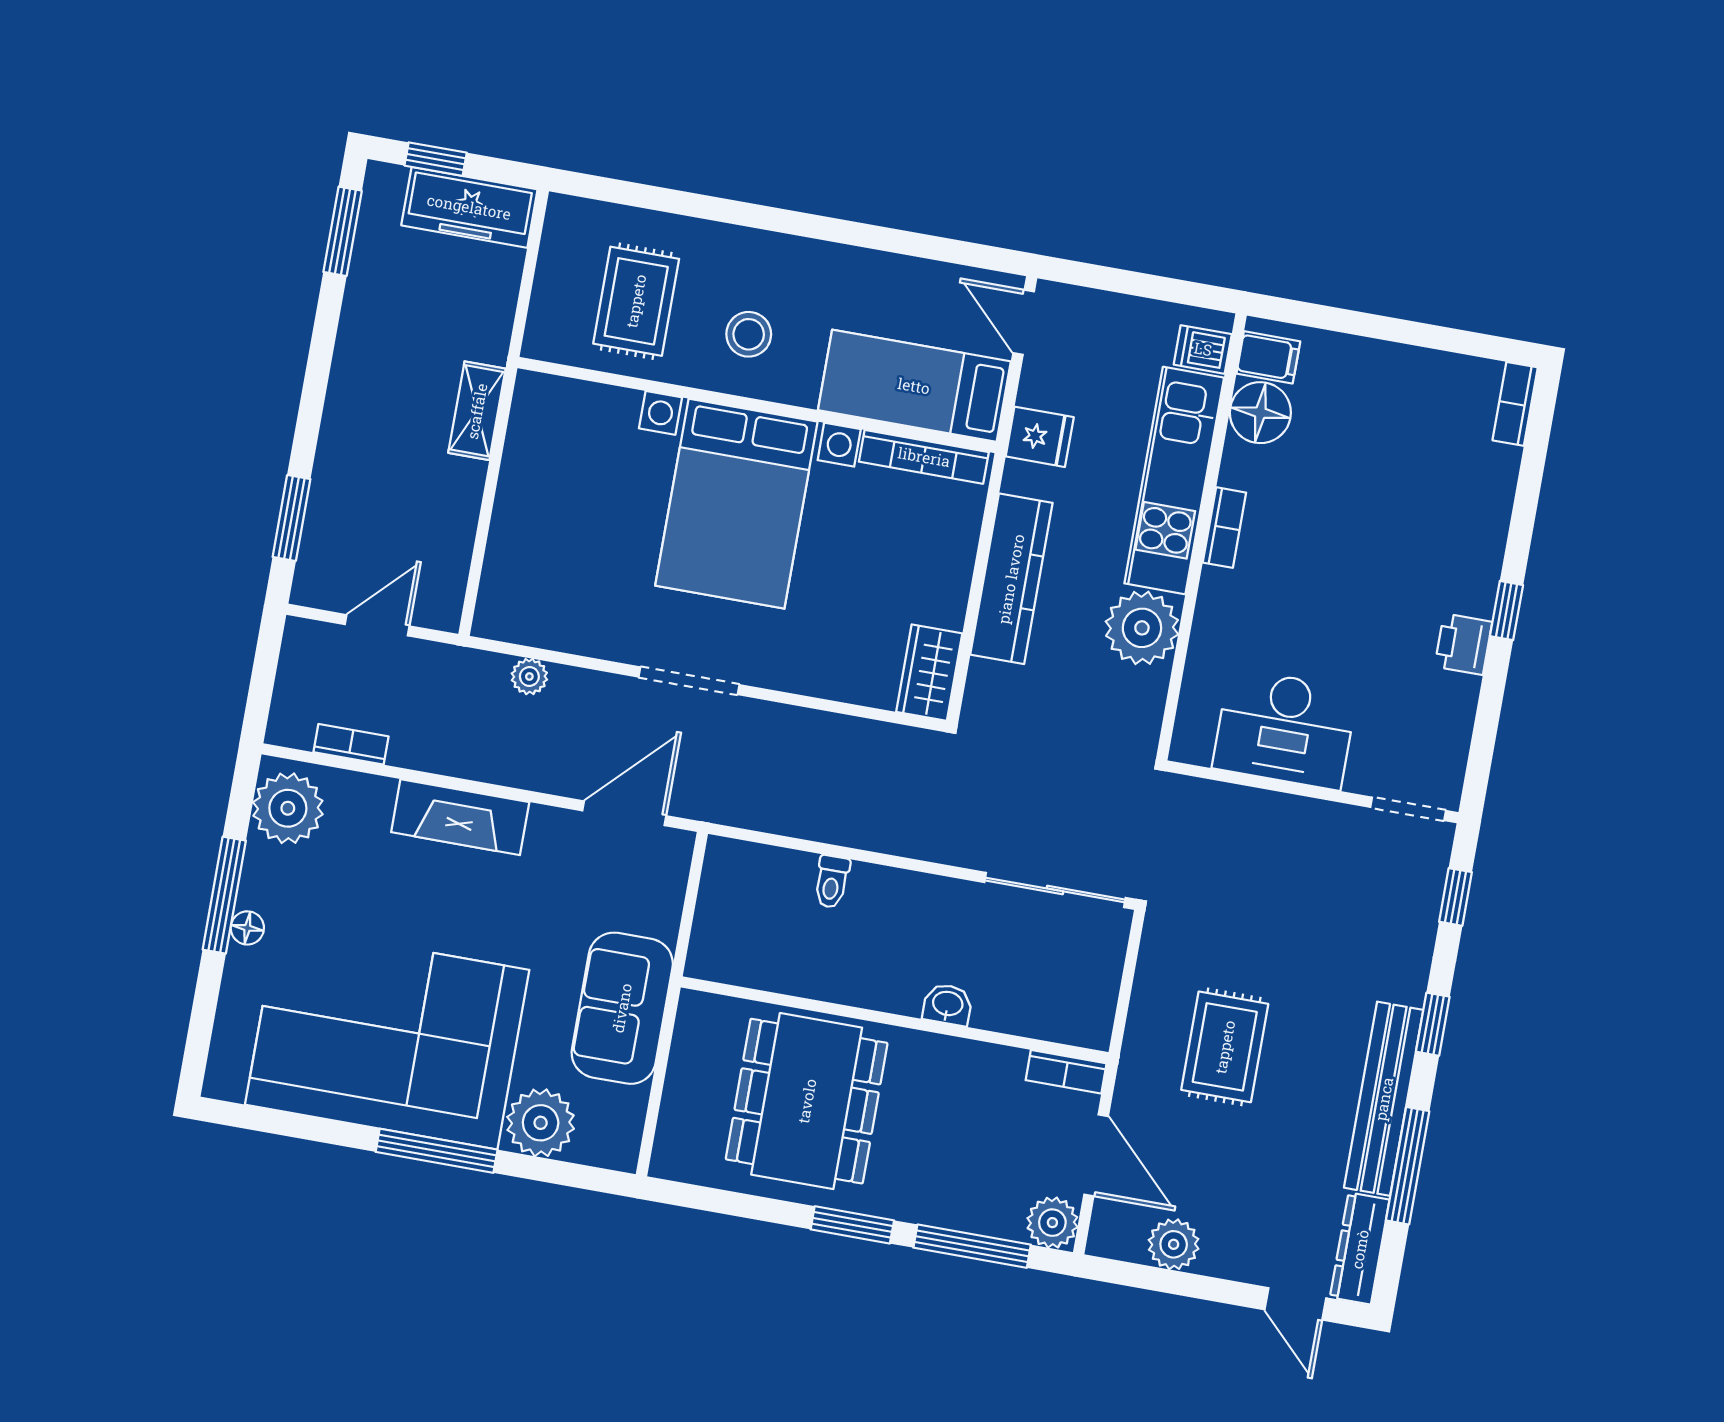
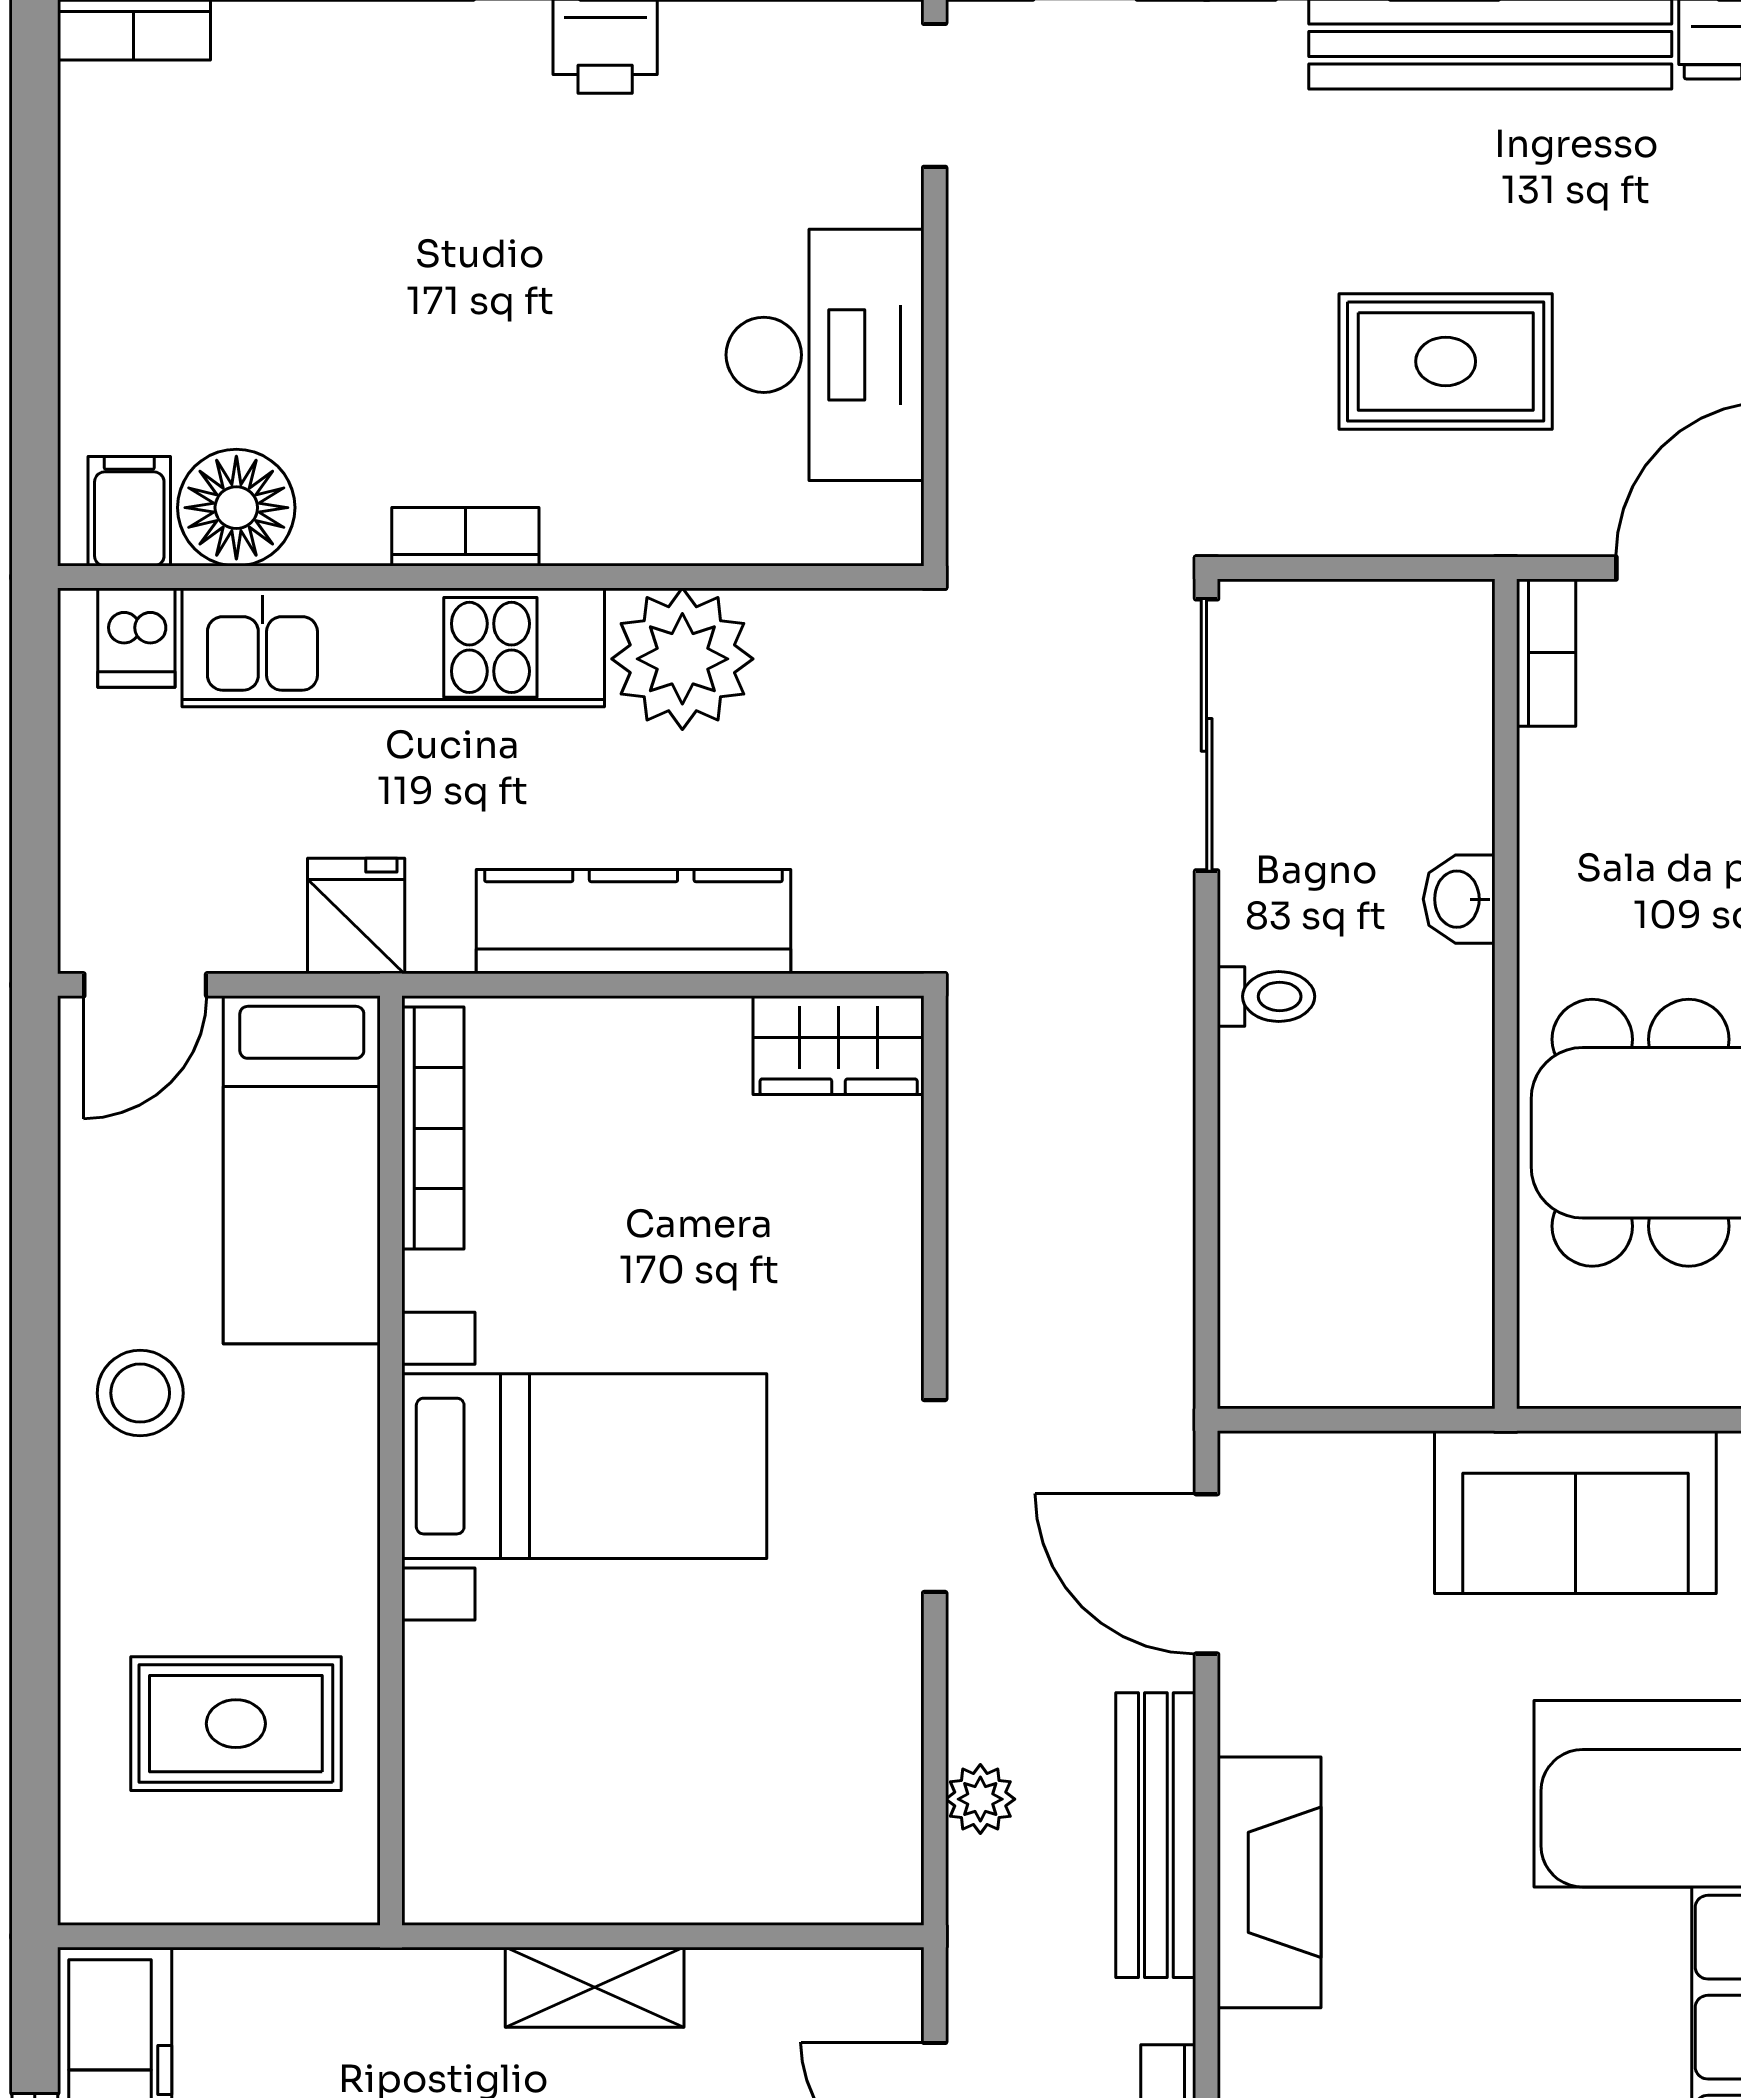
stool: (749, 334) -> (140, 1393), moved
shelving: (477, 411) -> (595, 1987), moved
bed with nightstands: (736, 504) -> (584, 1466), width x0.73
bench: (495, 763) -> (1156, 1835), added
toilet: (832, 882) -> (1266, 996), moved

